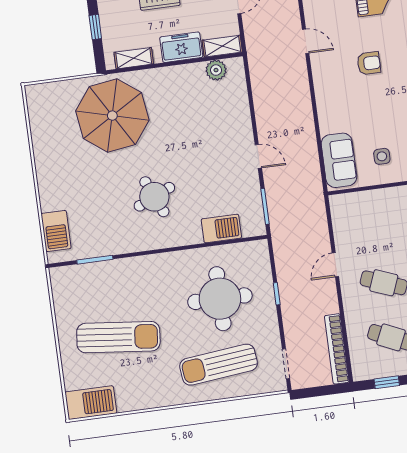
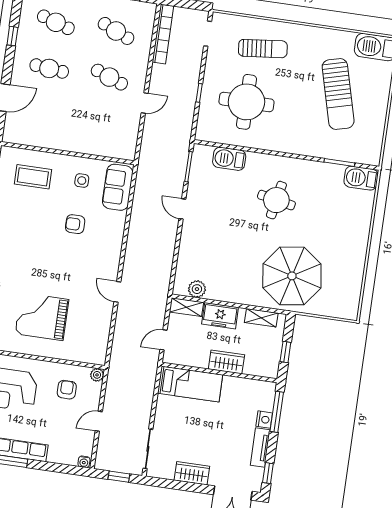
armchair: (369, 63) -> (75, 224), moved
round table: (154, 197) -> (276, 200), turned 35
barbecue: (56, 231) -> (361, 178), moved, turned -90
sun lounger: (118, 337) -> (338, 94), turned -111
sun lounger: (219, 365) -> (263, 49), width x0.73, depth x0.75

